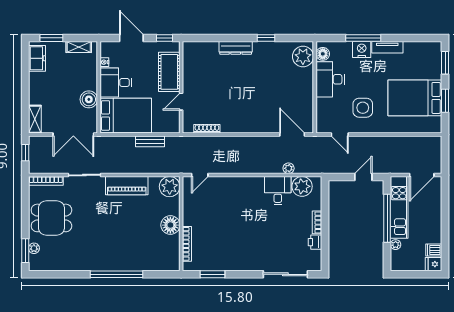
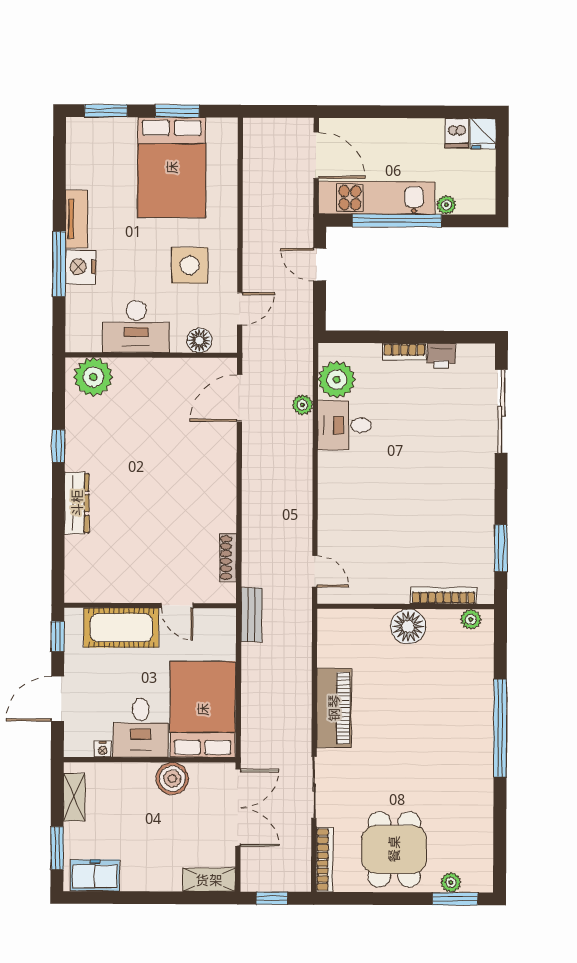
floor lamp: (323, 54) -> (199, 340), moved
bench: (150, 141) -> (252, 615), moved
plant: (170, 187) -> (471, 619), moved, width x0.53, depth x0.53

